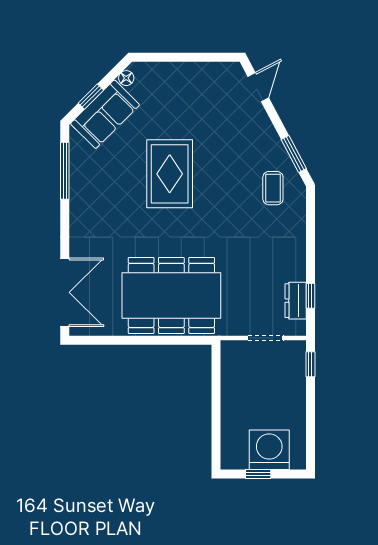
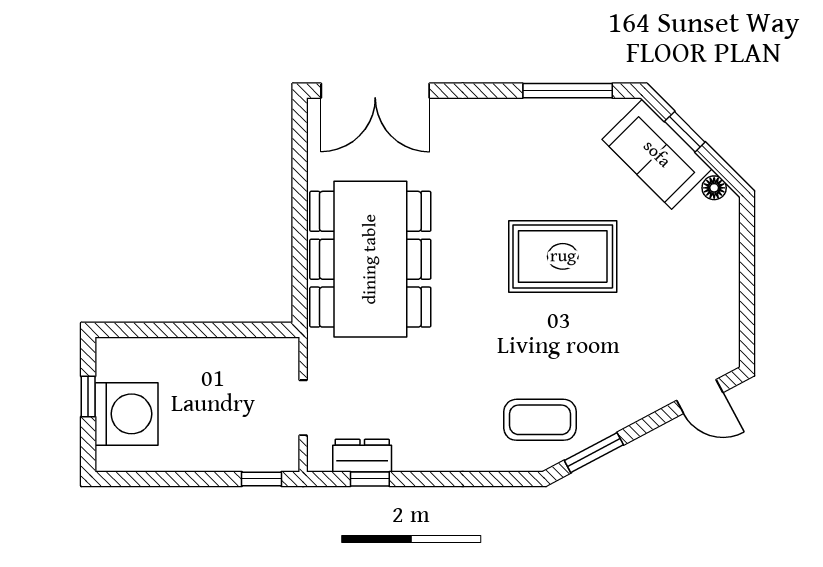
coffee table: (273, 188) -> (540, 420), width x1.36, depth x1.30

